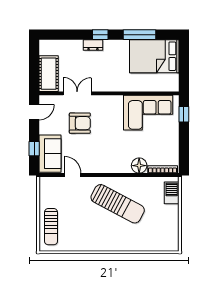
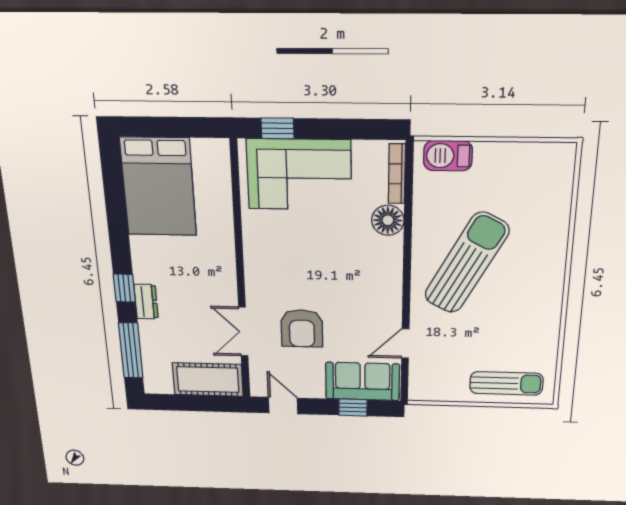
window: (140, 35) -> (131, 351), moved
corner sofa: (148, 113) -> (299, 175), moved, turned 90
armchair: (80, 123) -> (302, 328), turned 180

